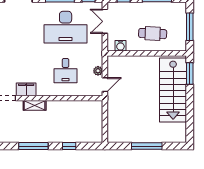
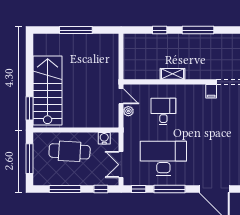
double door: (105, 21) -> (121, 165), swing flipped
cafe table: (153, 34) -> (70, 151), width x1.37, depth x1.35
door: (105, 85) -> (121, 96), swing flipped
filing cabinet: (26, 89) -> (211, 91), width x0.50
shelving: (35, 105) -> (172, 74), moved

